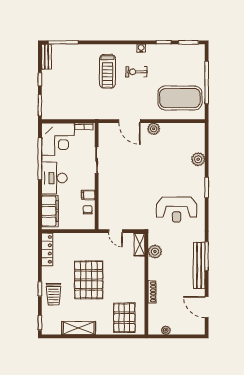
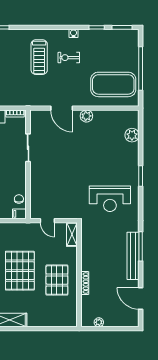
plant: (198, 159) -> (132, 135), moved
filing cabinet: (88, 195) -> (19, 214), moved
plant: (155, 252) -> (88, 242), removed
pallet: (124, 318) -> (57, 280), moved

